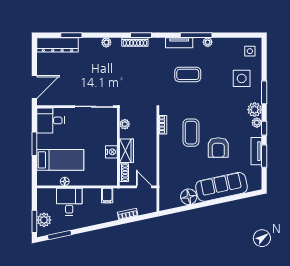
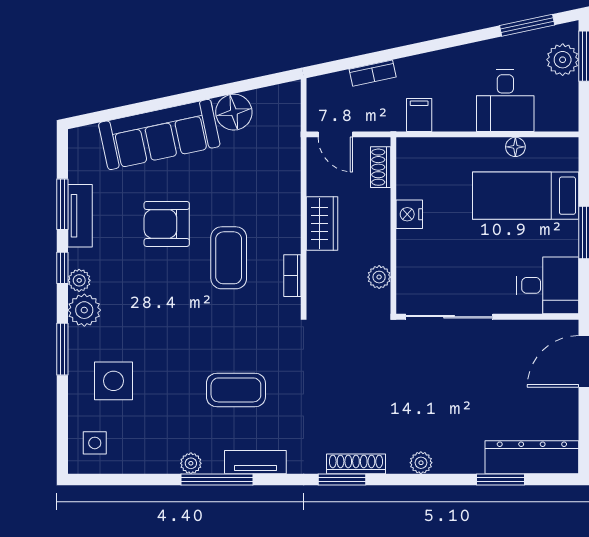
armchair: (218, 148) -> (167, 224), turned -90
wardrobe: (127, 151) -> (322, 223), moved, turned 180

